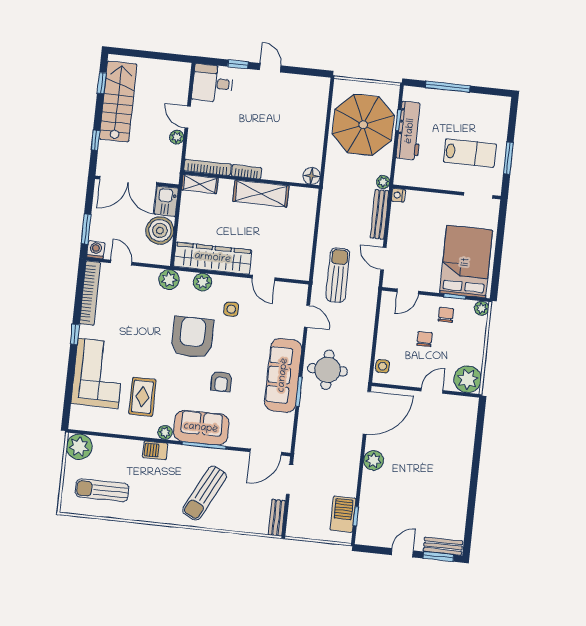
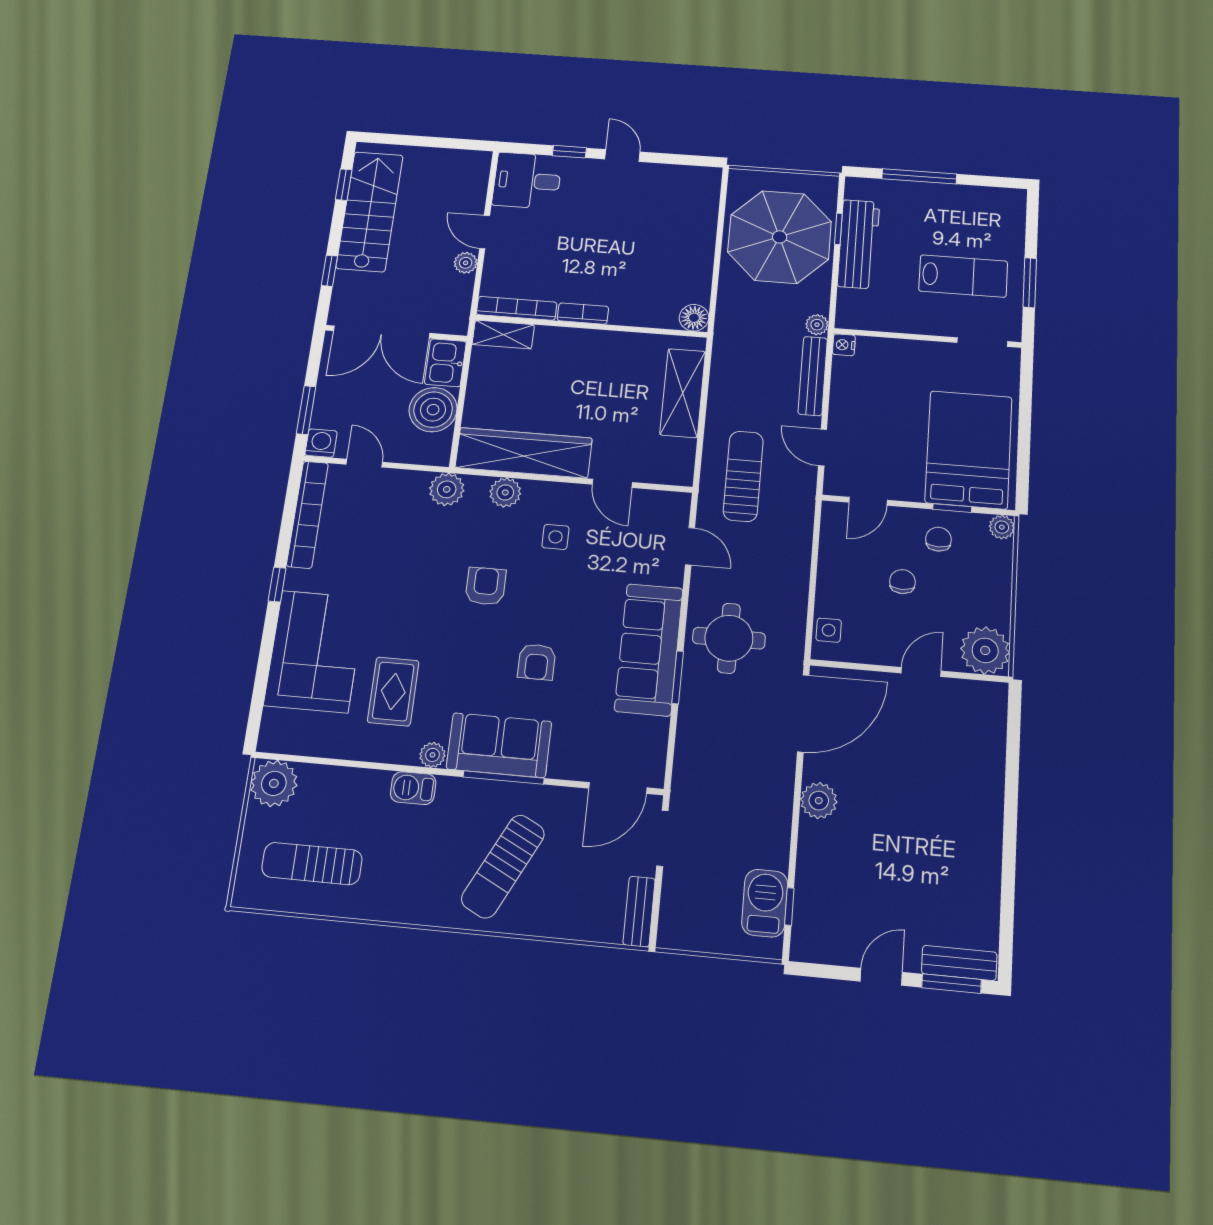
shelving: (261, 194) -> (683, 393), moved, turned 90
armchair: (192, 337) -> (486, 586), width x0.53, depth x0.53

